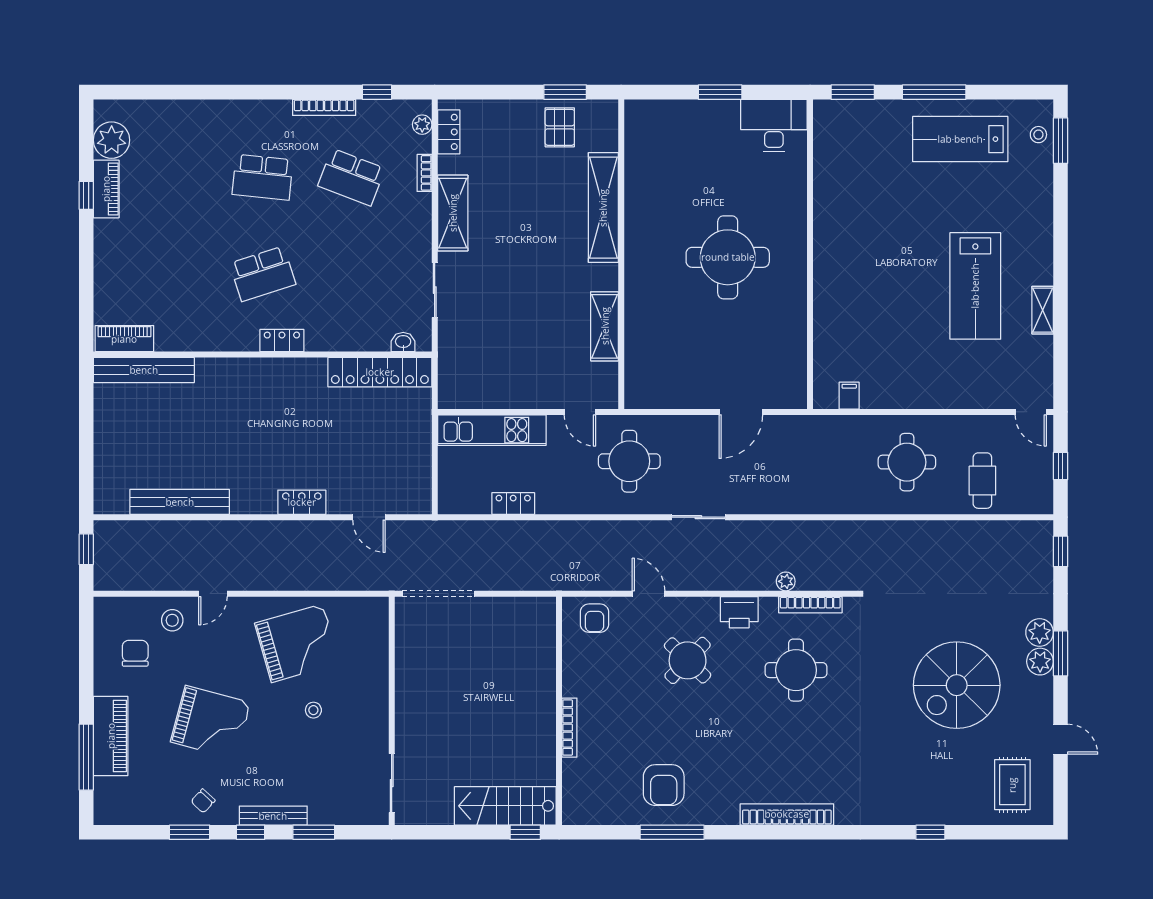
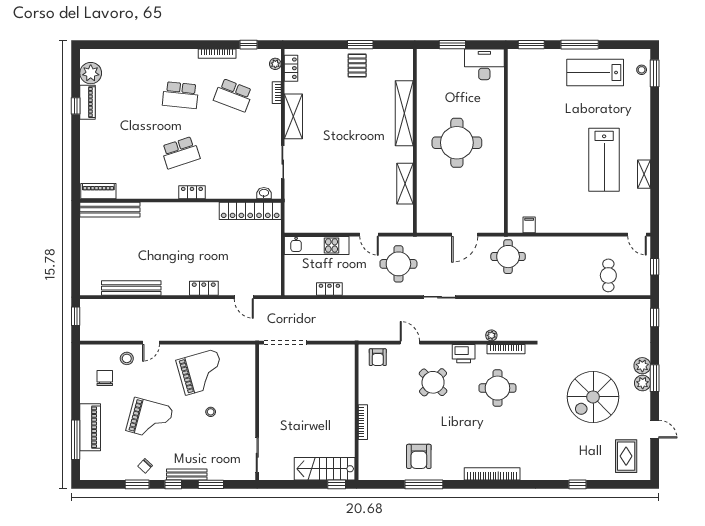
shelving: (603, 208) -> (404, 113), moved
wall: (621, 254) -> (415, 141), moved
shelving: (605, 326) -> (405, 184), moved
round table: (907, 462) -> (508, 257), moved

